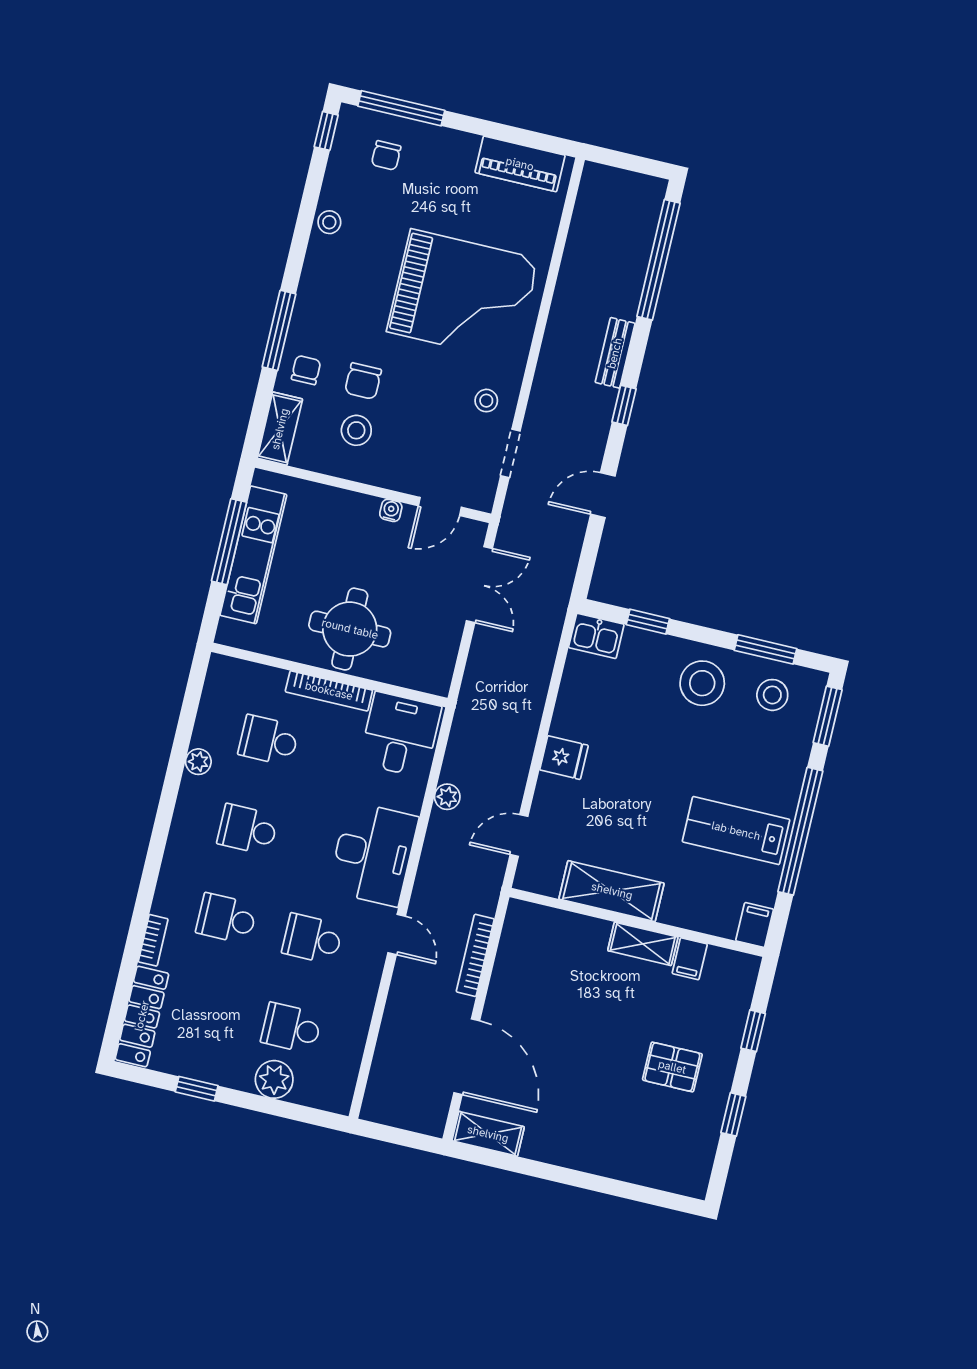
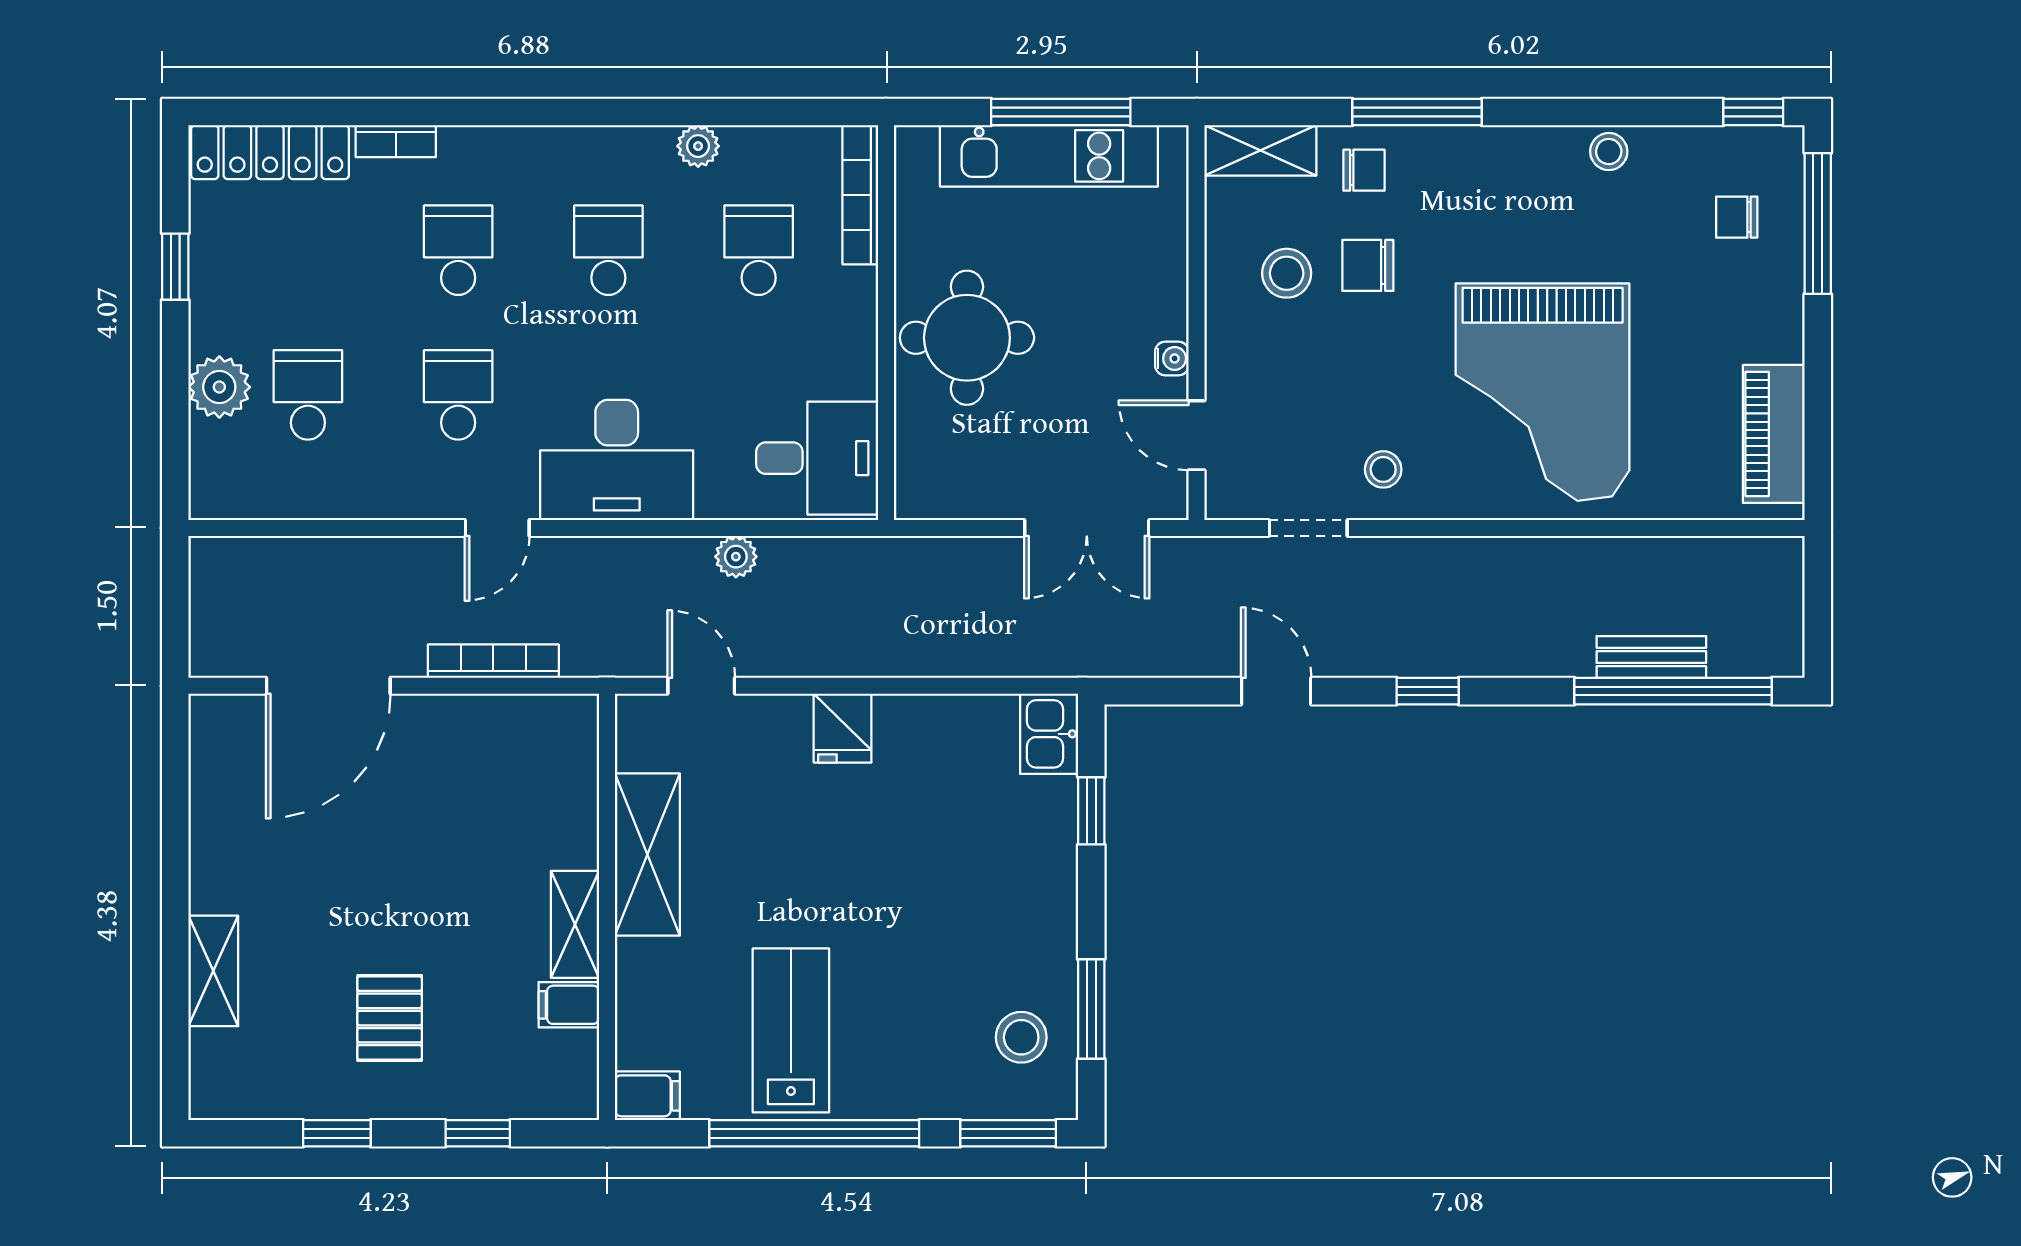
bench: (615, 353) -> (1651, 657), moved
stool: (702, 683) -> (1014, 921), removed
bookcase: (329, 691) -> (860, 195), moved
shelving: (488, 1134) -> (213, 971), moved

